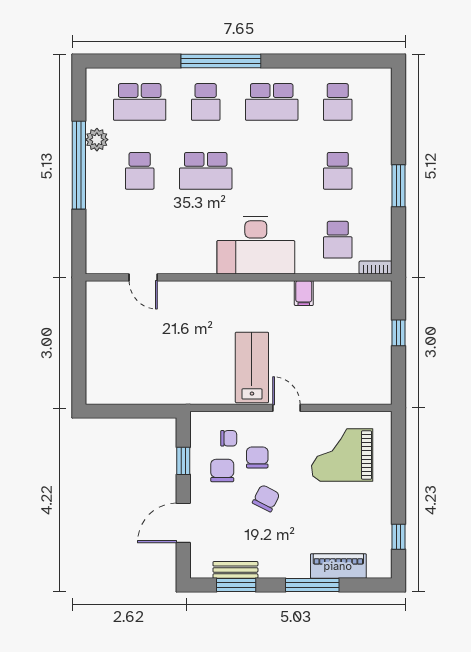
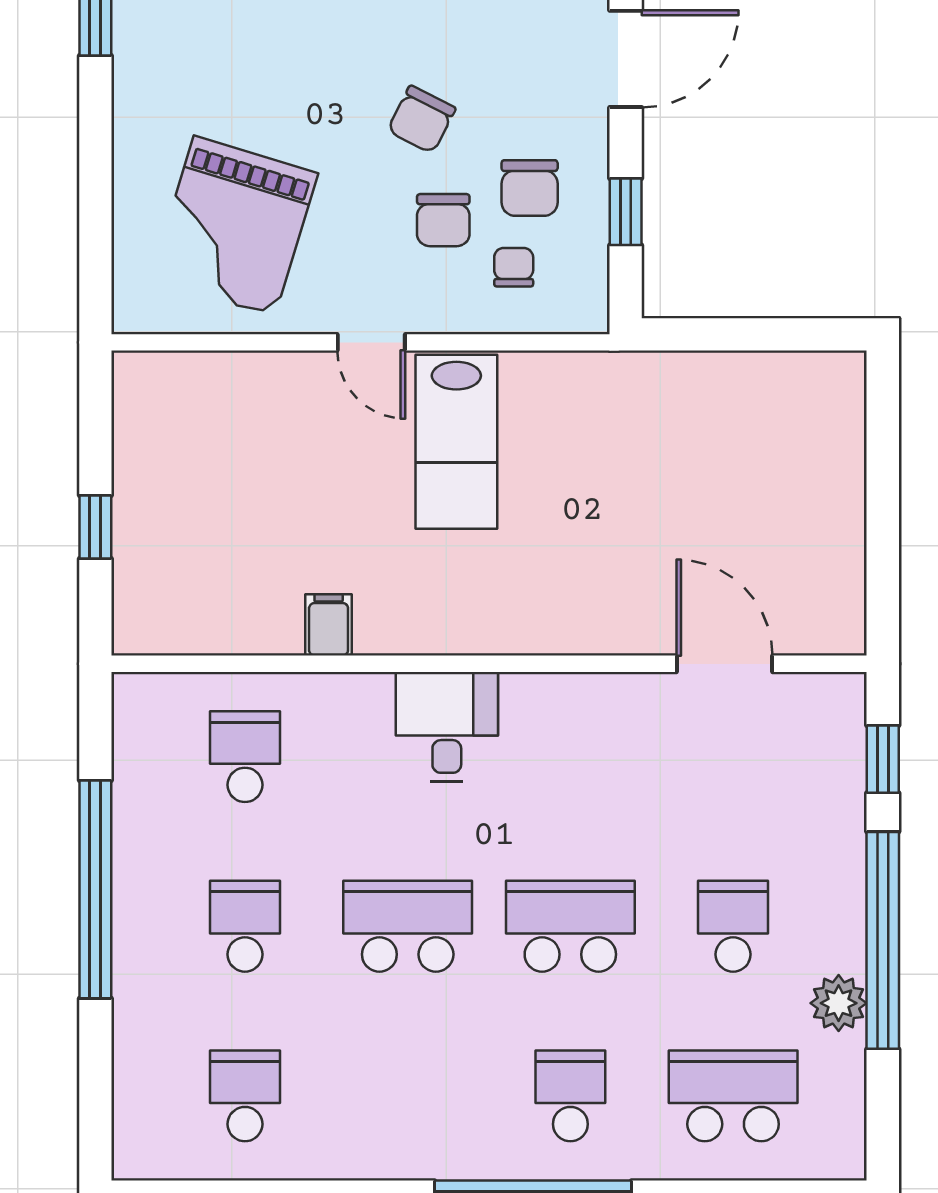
school desk: (272, 102) -> (408, 926), moved
window: (398, 186) -> (95, 889), width x2.11
window: (79, 239) -> (883, 759), added
desk: (256, 245) -> (447, 727), width x0.53, depth x0.77
bookcase: (376, 268) -> (152, 688), removed
door: (143, 277) -> (724, 664), width x1.38
chair: (229, 438) -> (514, 267), turned 90
grand piano: (342, 455) -> (234, 226), turned 107

